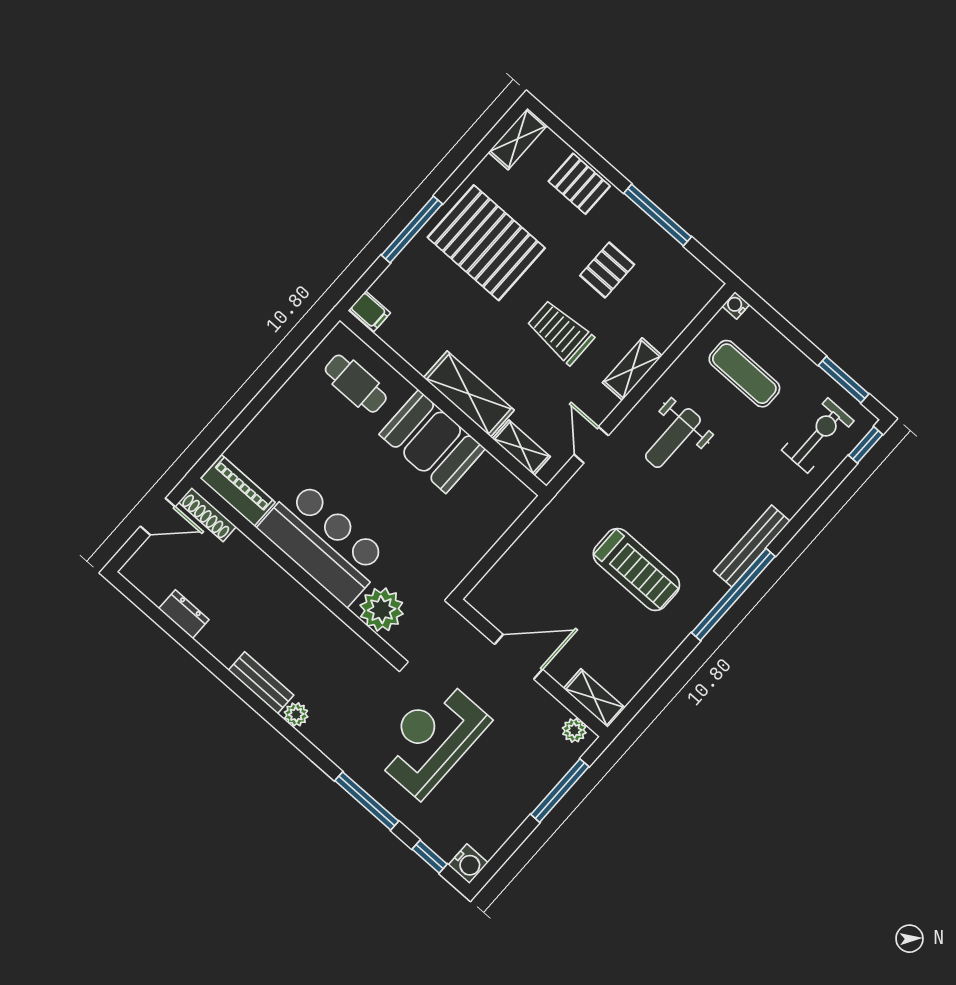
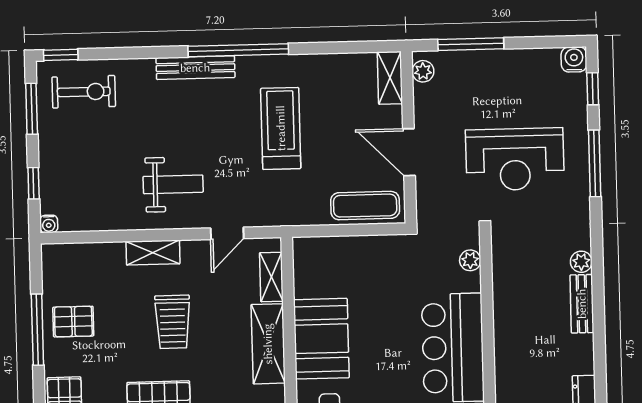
pallet: (607, 270) -> (73, 322), moved
window: (781, 324) -> (34, 183), added
exercise mat: (744, 374) -> (365, 206), moved, turned 90
exercise bike: (818, 435) -> (84, 92), turned 180
plant: (382, 610) -> (470, 260), width x0.53, depth x0.53

